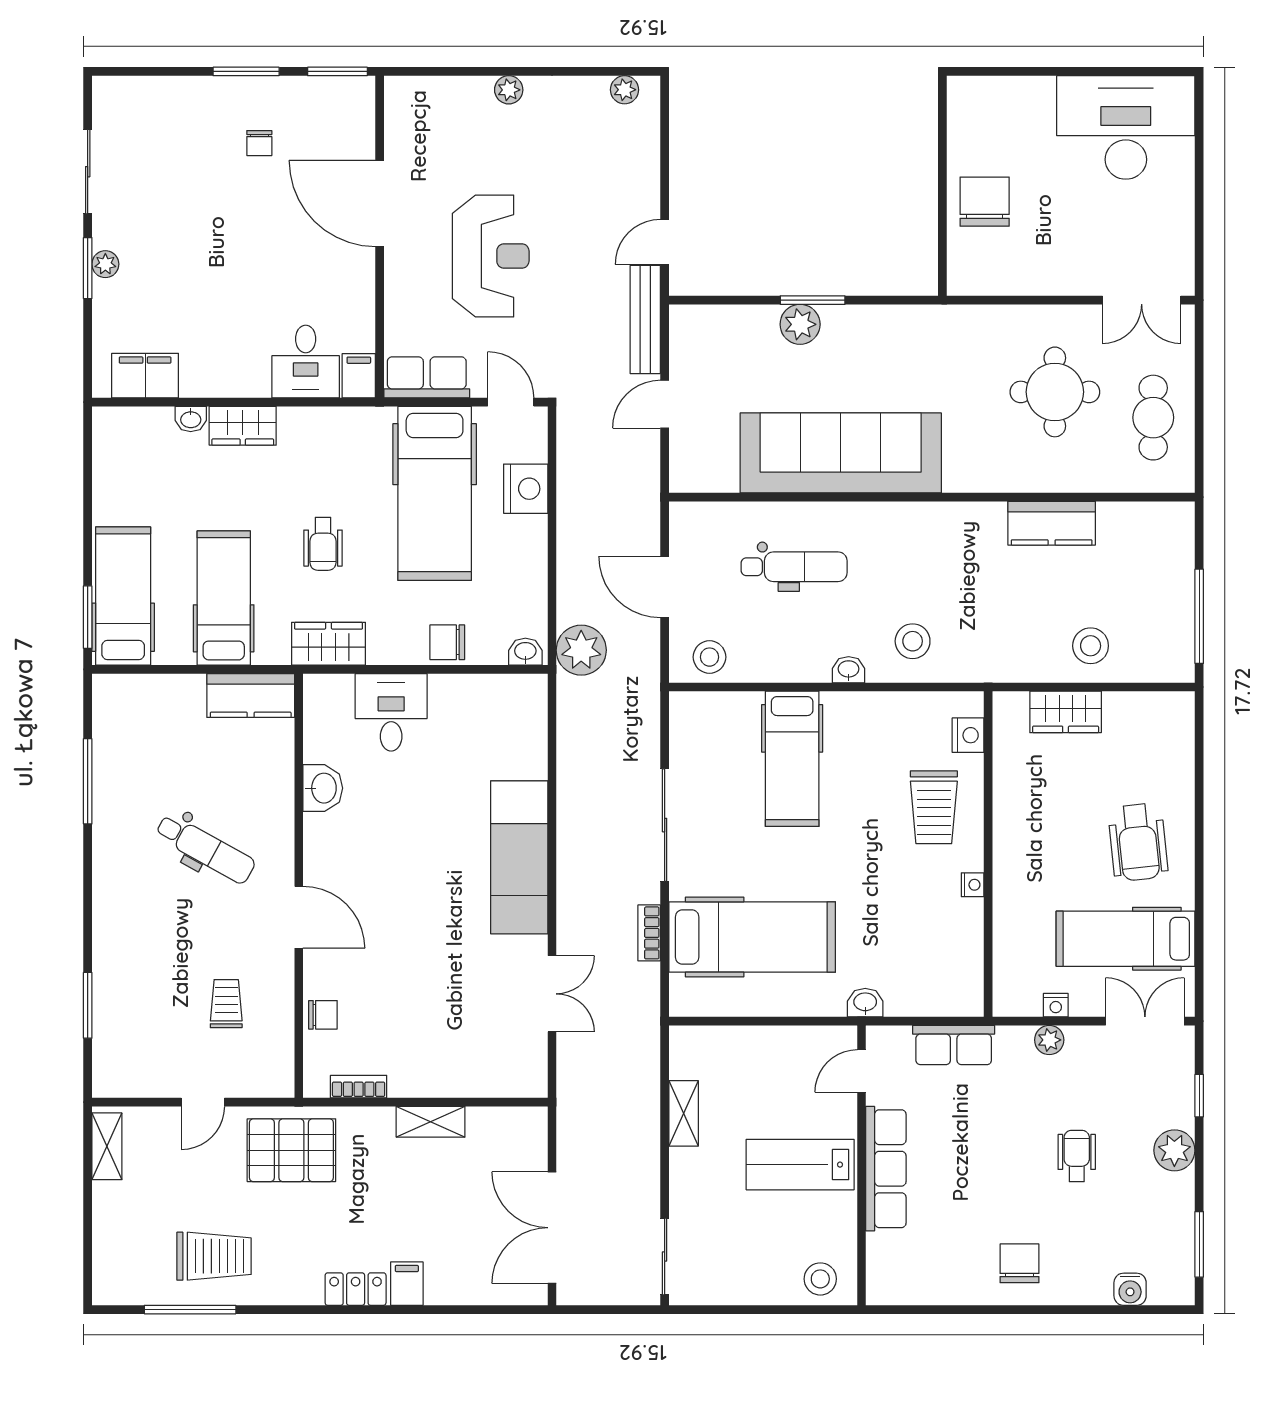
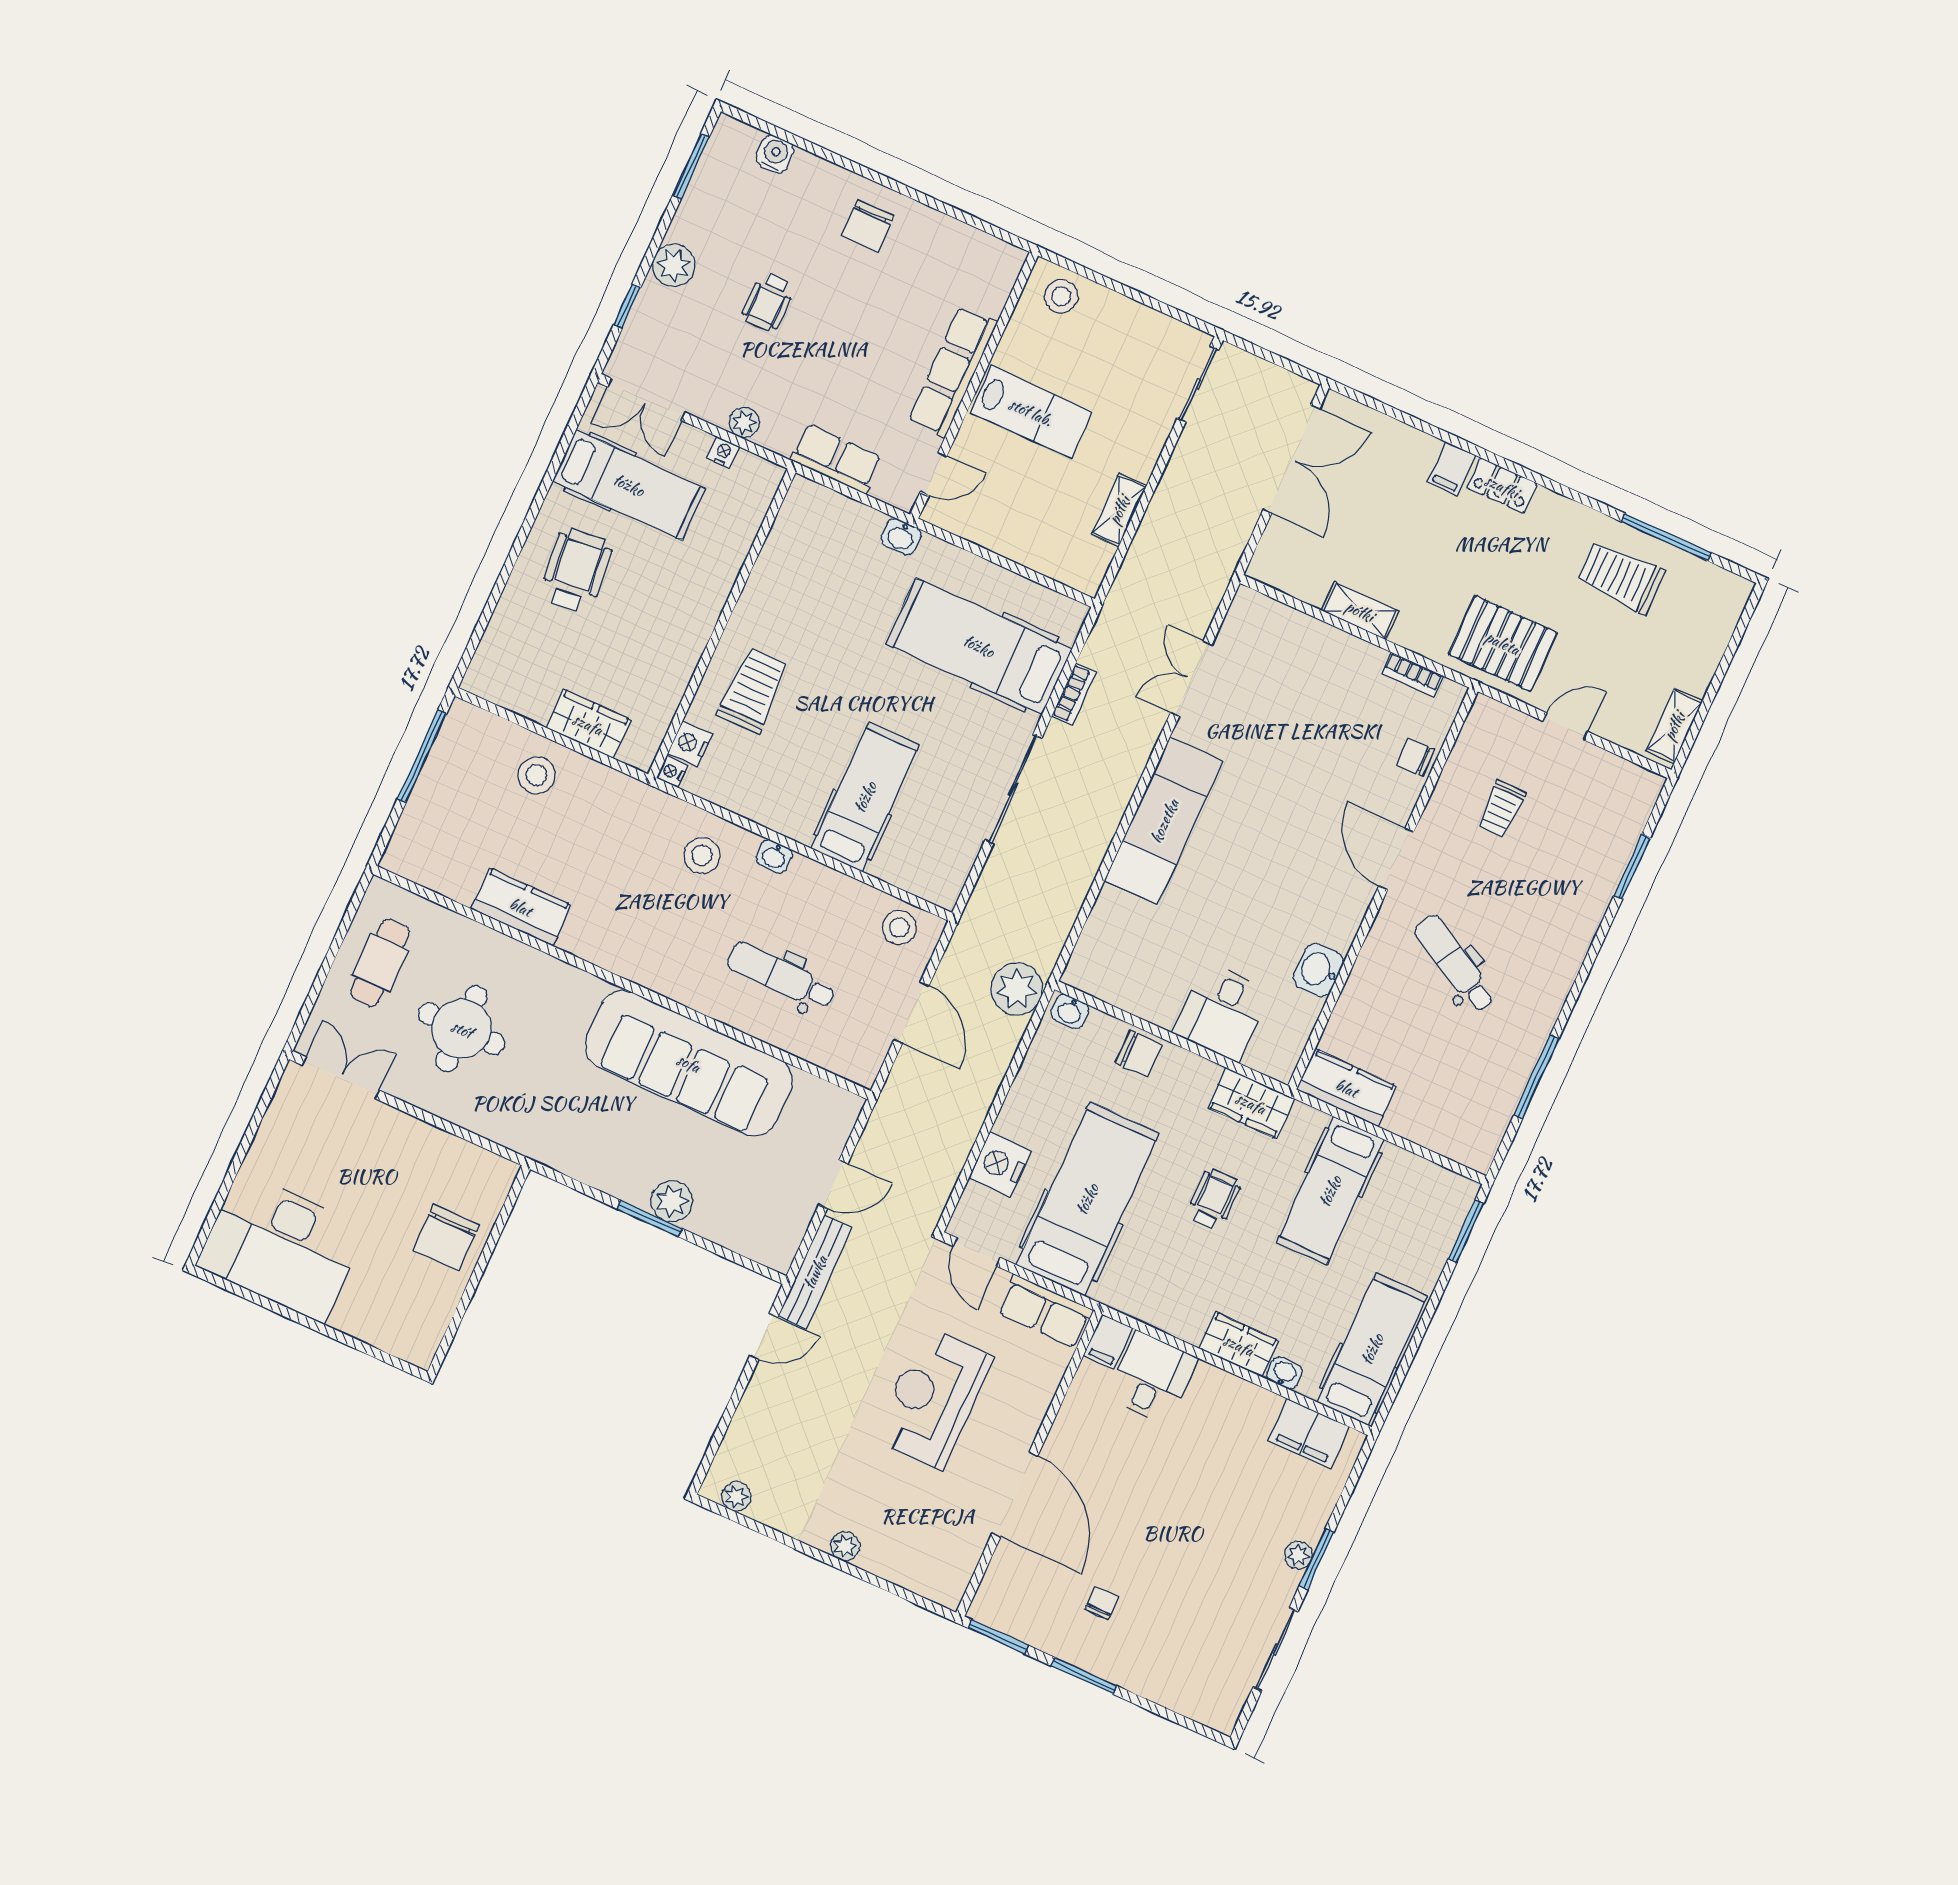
hospital bed: (123, 596) -> (1372, 1349), moved, turned 180
nightstand: (973, 885) -> (672, 772), moved

